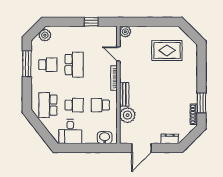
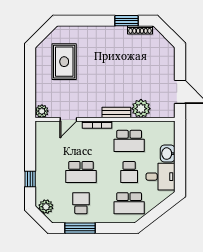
window: (91, 22) -> (30, 179), moved
school desk: (74, 65) -> (81, 172), turned 180
school desk: (74, 105) -> (129, 172), turned 180
school desk: (100, 105) -> (129, 141), width x1.85
washbasin: (105, 138) -> (168, 154), moved
dresser: (170, 139) -> (169, 58), removed

